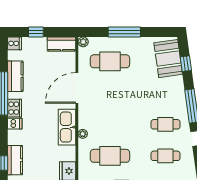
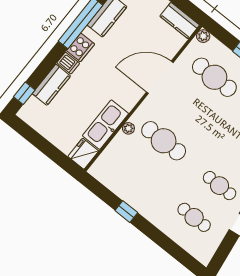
kitchen sink: (67, 127) -> (106, 125), moved
cafe table: (110, 156) -> (164, 141), moved
kitchen counter: (15, 160) -> (51, 85), moved

